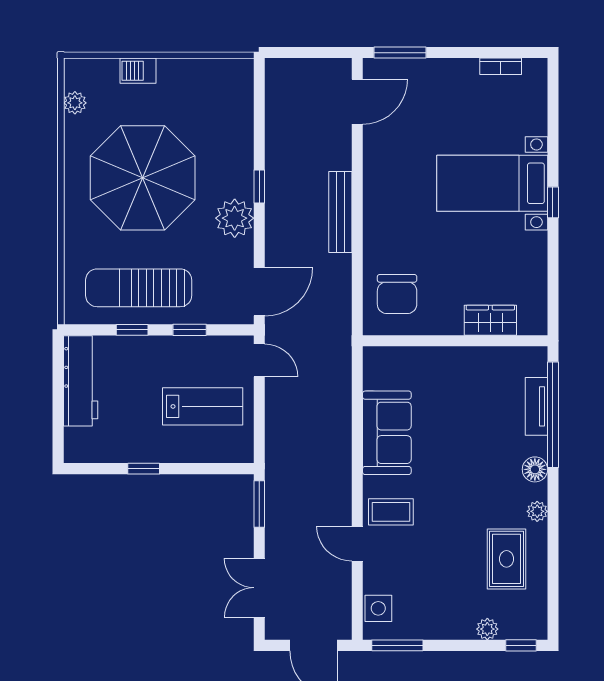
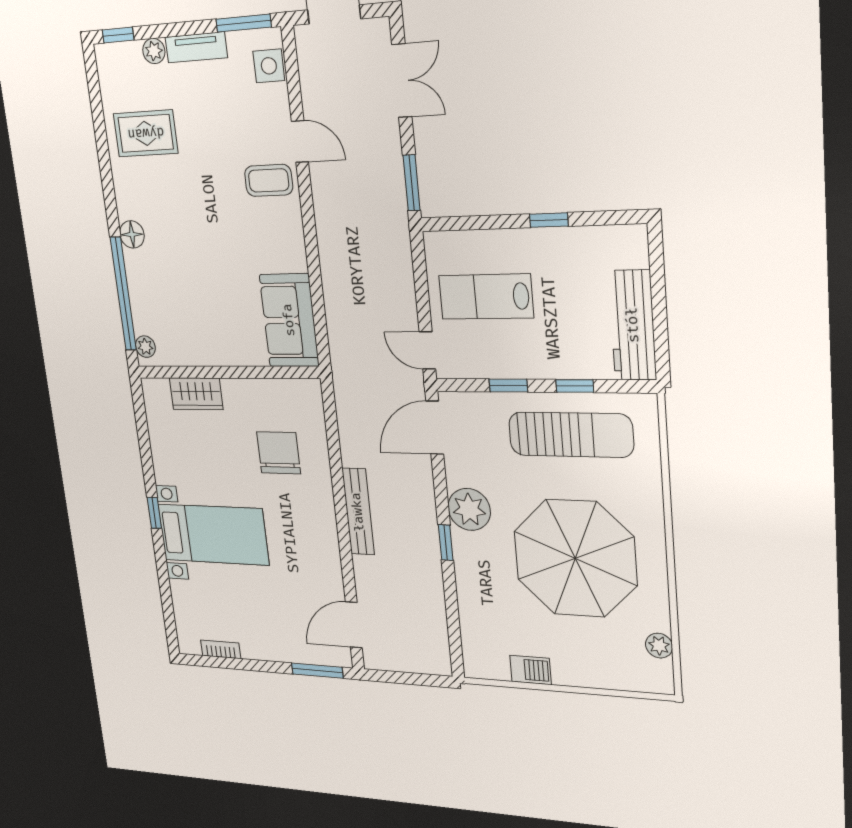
barbecue: (138, 71) -> (531, 670), moved
chair: (397, 294) -> (279, 453), moved
tv unit: (536, 406) -> (196, 47), moved, turned 90
sofa: (387, 433) -> (289, 320), moved
plant: (537, 511) -> (145, 347), moved
rug: (507, 559) -> (146, 133), turned 90

